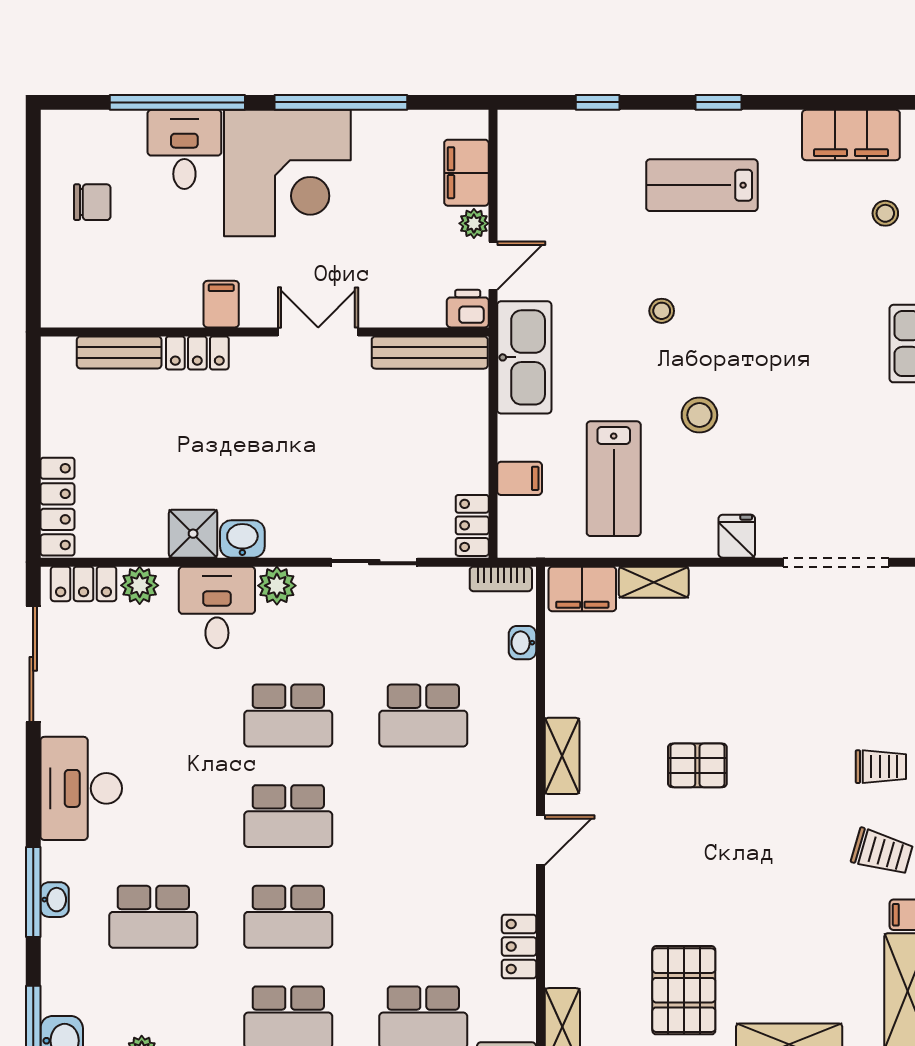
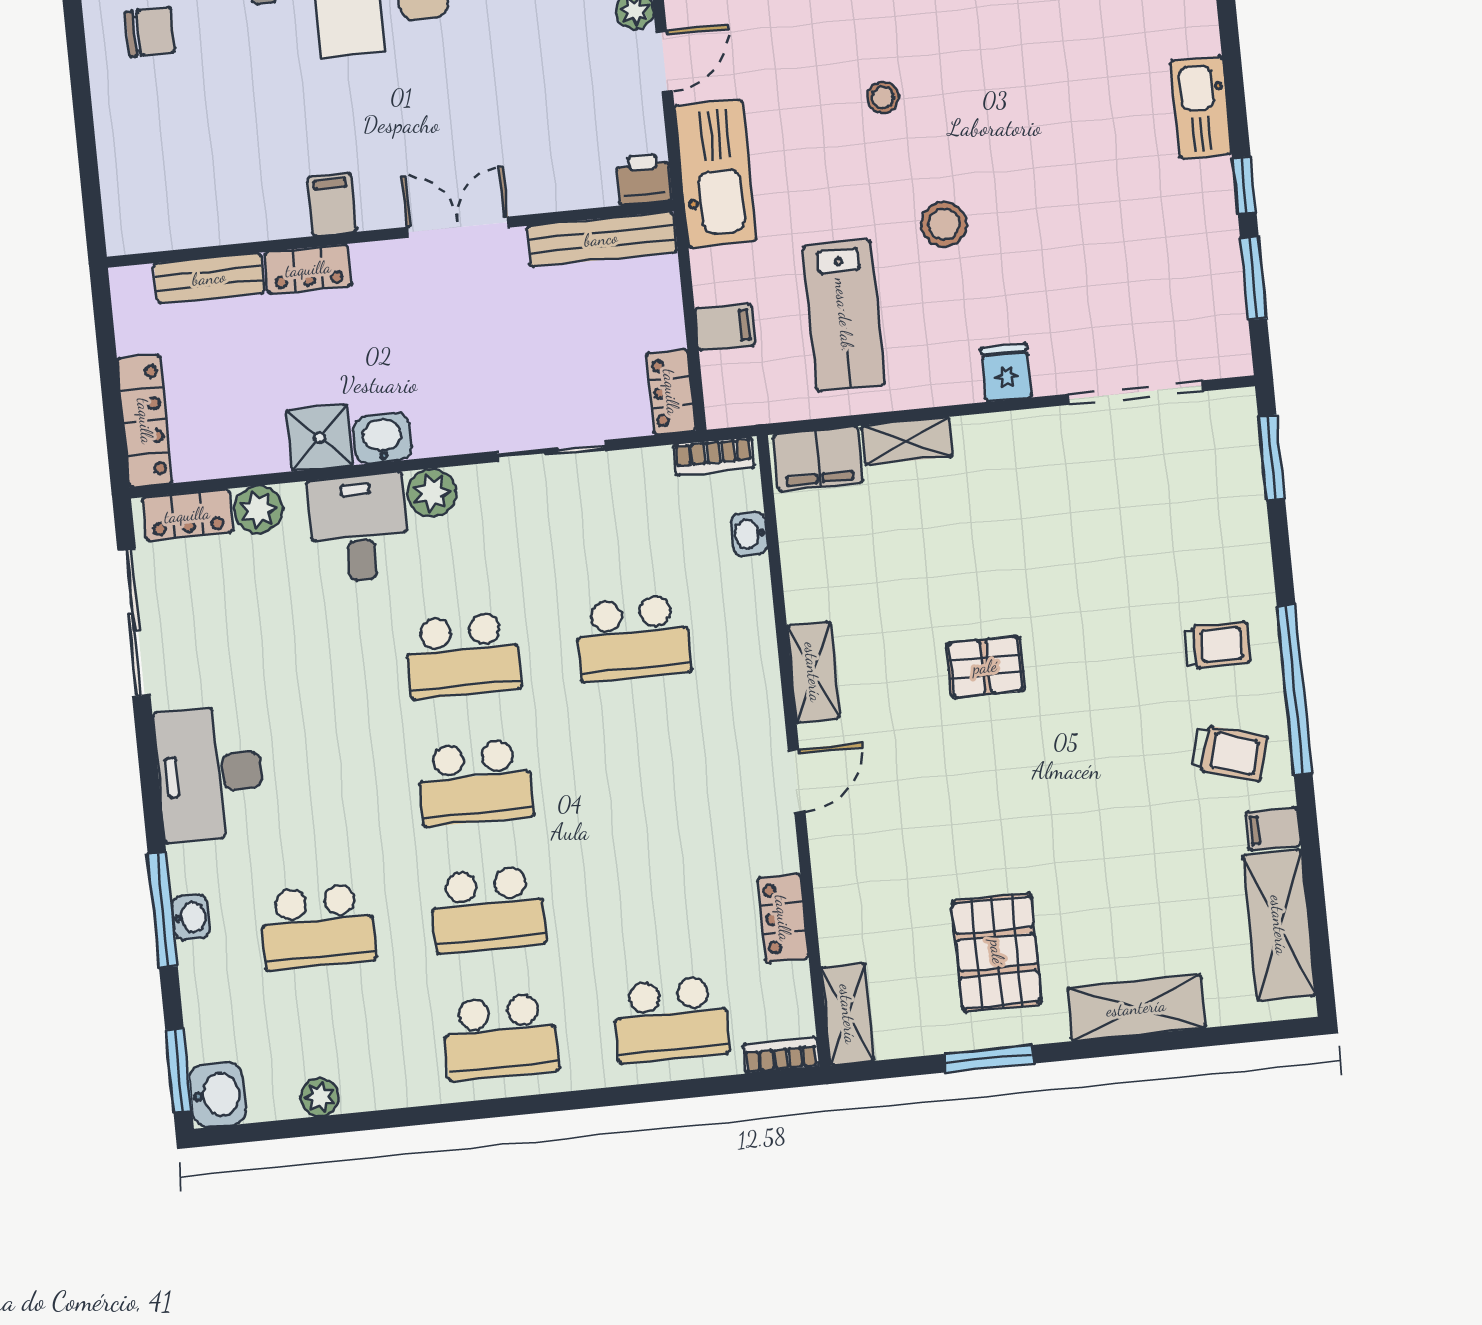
filing cabinet: (221, 304) -> (332, 204), moved
printer: (468, 309) -> (644, 179), moved
wall: (265, 332) -> (390, 234), moved
double door: (318, 332) -> (458, 227), moved
bench: (119, 352) -> (209, 278), moved
locker: (197, 353) -> (308, 269), moved
bench: (430, 353) -> (601, 239), moved

